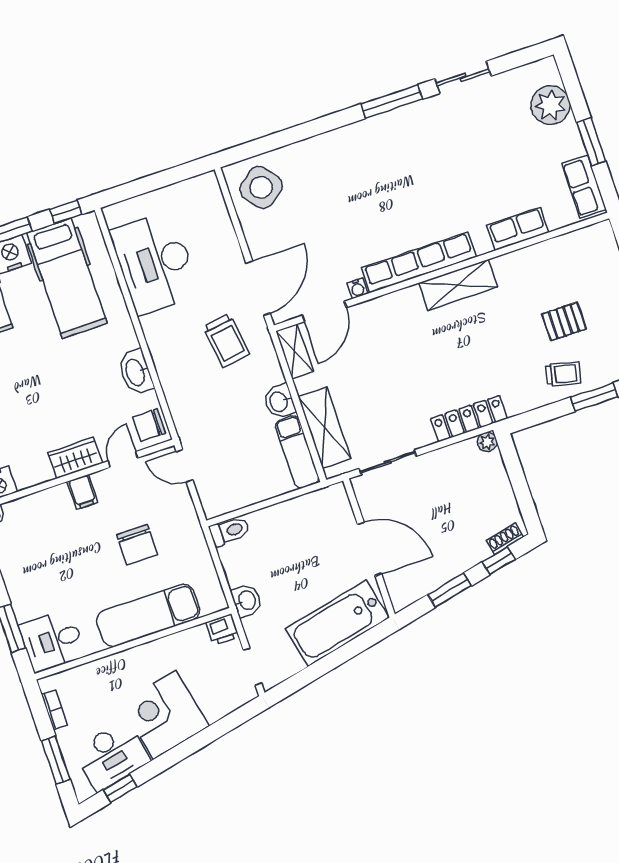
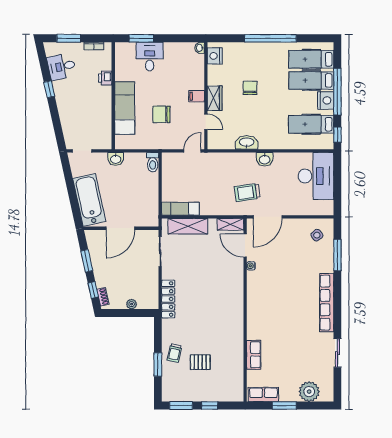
window: (392, 102) -> (337, 255), moved
side table: (261, 187) -> (317, 235), width x0.54, depth x0.54
row of seats: (419, 262) -> (327, 303), moved, turned 180
desk: (155, 263) -> (316, 176), moved, turned 90
hospital bed: (67, 278) -> (311, 124), width x0.73, depth x0.78
shelving: (458, 285) -> (236, 316), removed
door: (258, 288) -> (268, 217), hinge flipped
pallet: (564, 321) -> (200, 362), turned 90
washbasin: (279, 401) -> (265, 159), moved, turned 180
chair: (149, 425) -> (250, 88), moved
plant: (487, 442) -> (132, 304), moved
printer: (223, 629) -> (105, 78), moved
desk: (52, 641) -> (150, 57), moved
corner desk: (165, 715) -> (73, 100), removed
desk: (112, 756) -> (62, 67), width x0.73
window: (120, 788) -> (49, 89), moved

